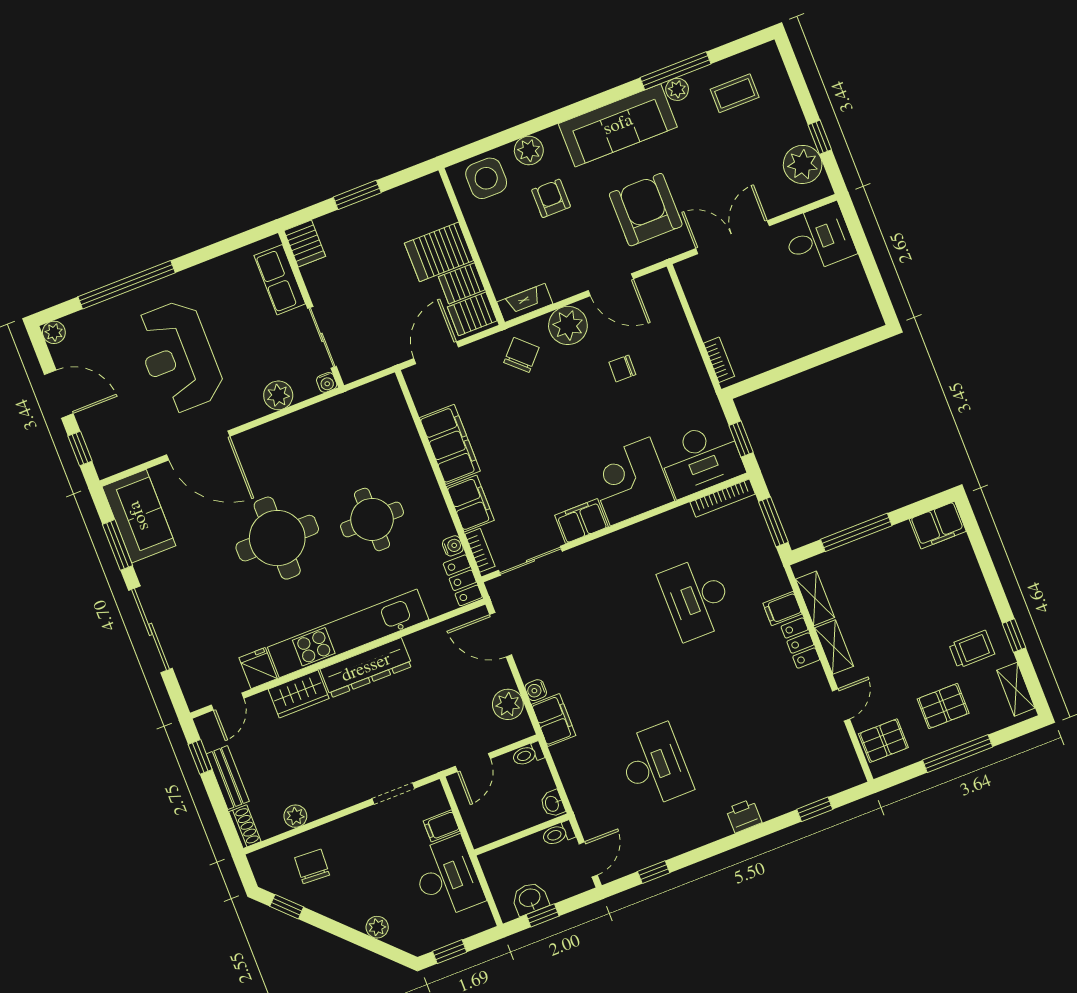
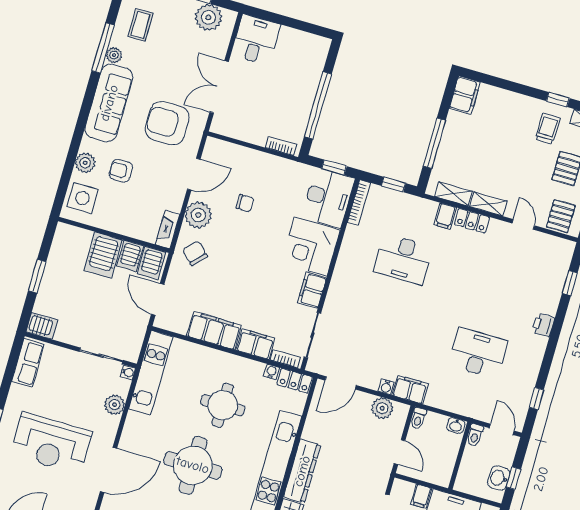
row of seats: (280, 280) -> (28, 363), moved, turned -90
window: (798, 366) -> (318, 105), added
chair: (622, 368) -> (245, 203), turned -91
kitchen unit: (346, 409) -> (151, 373), added
window: (773, 522) -> (393, 185), width x0.67

